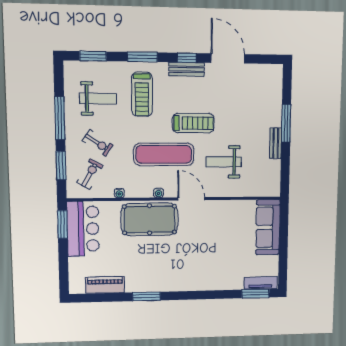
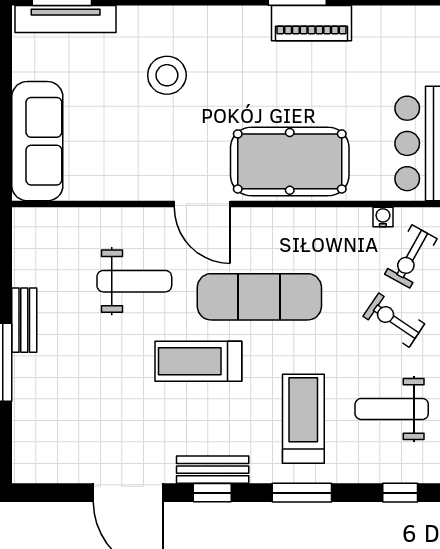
window: (93, 56) -> (400, 493), width x0.67
water cooler: (119, 193) -> (383, 217), moved
water cooler: (159, 193) -> (271, 217), removed
stool: (208, 259) -> (167, 75), added
tv unit: (261, 283) -> (66, 19), width x1.41
piano: (105, 285) -> (312, 23), moved

